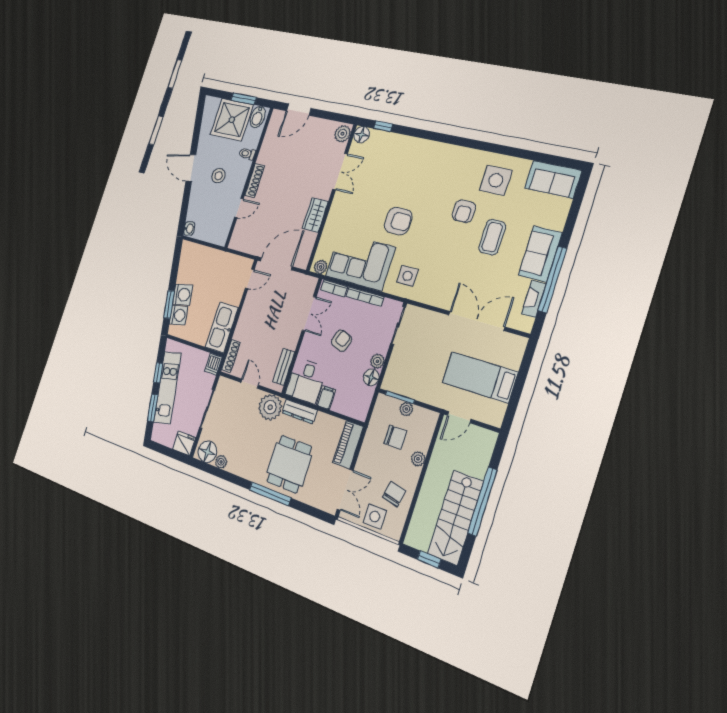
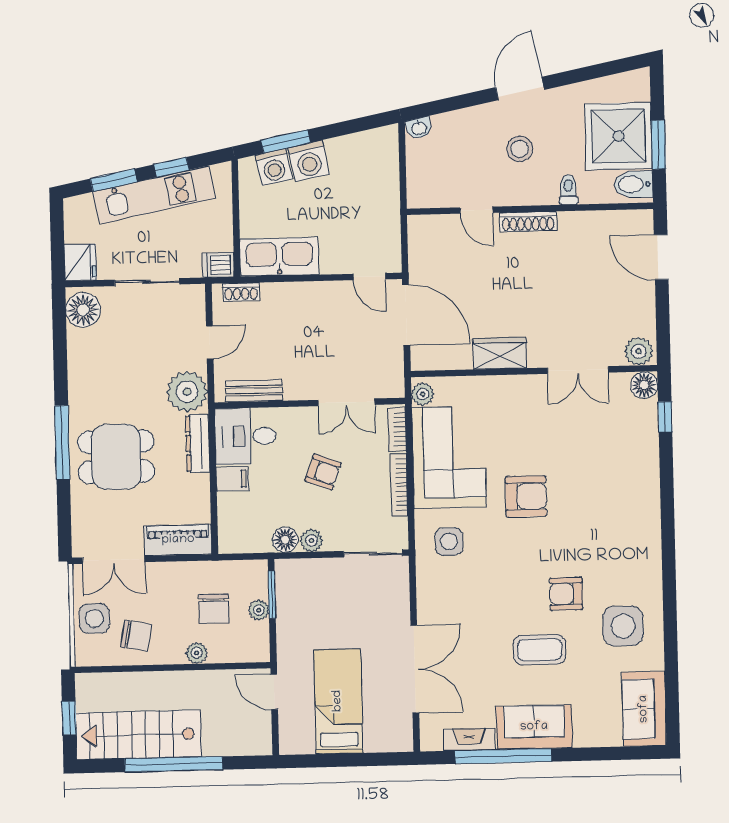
armchair: (398, 221) -> (526, 496), turned -90
shoe rack: (231, 356) -> (241, 292), width x0.70
plant: (221, 462) -> (77, 340), removed

